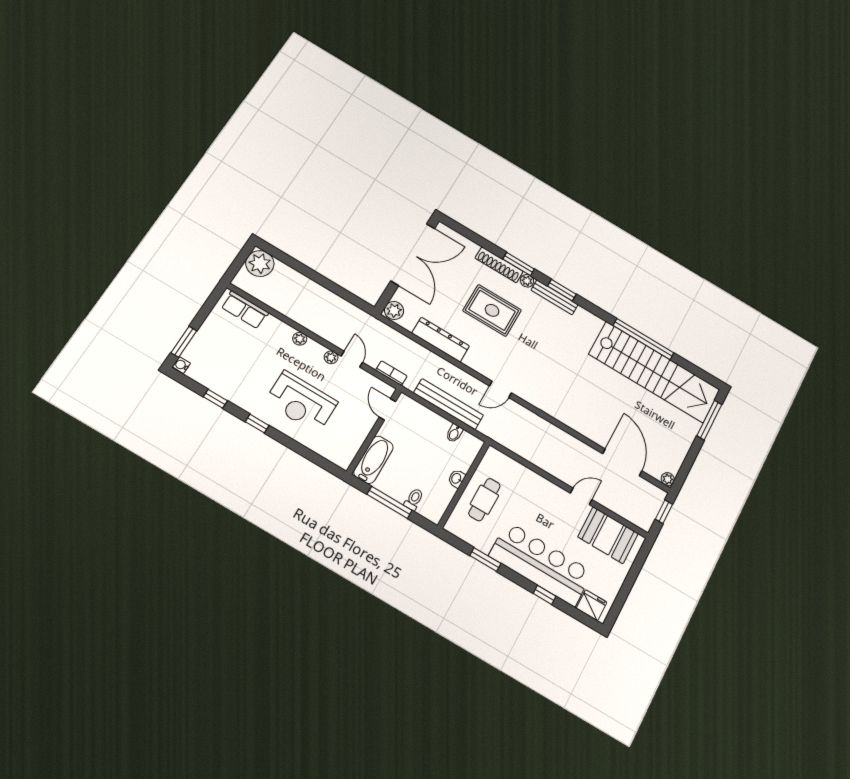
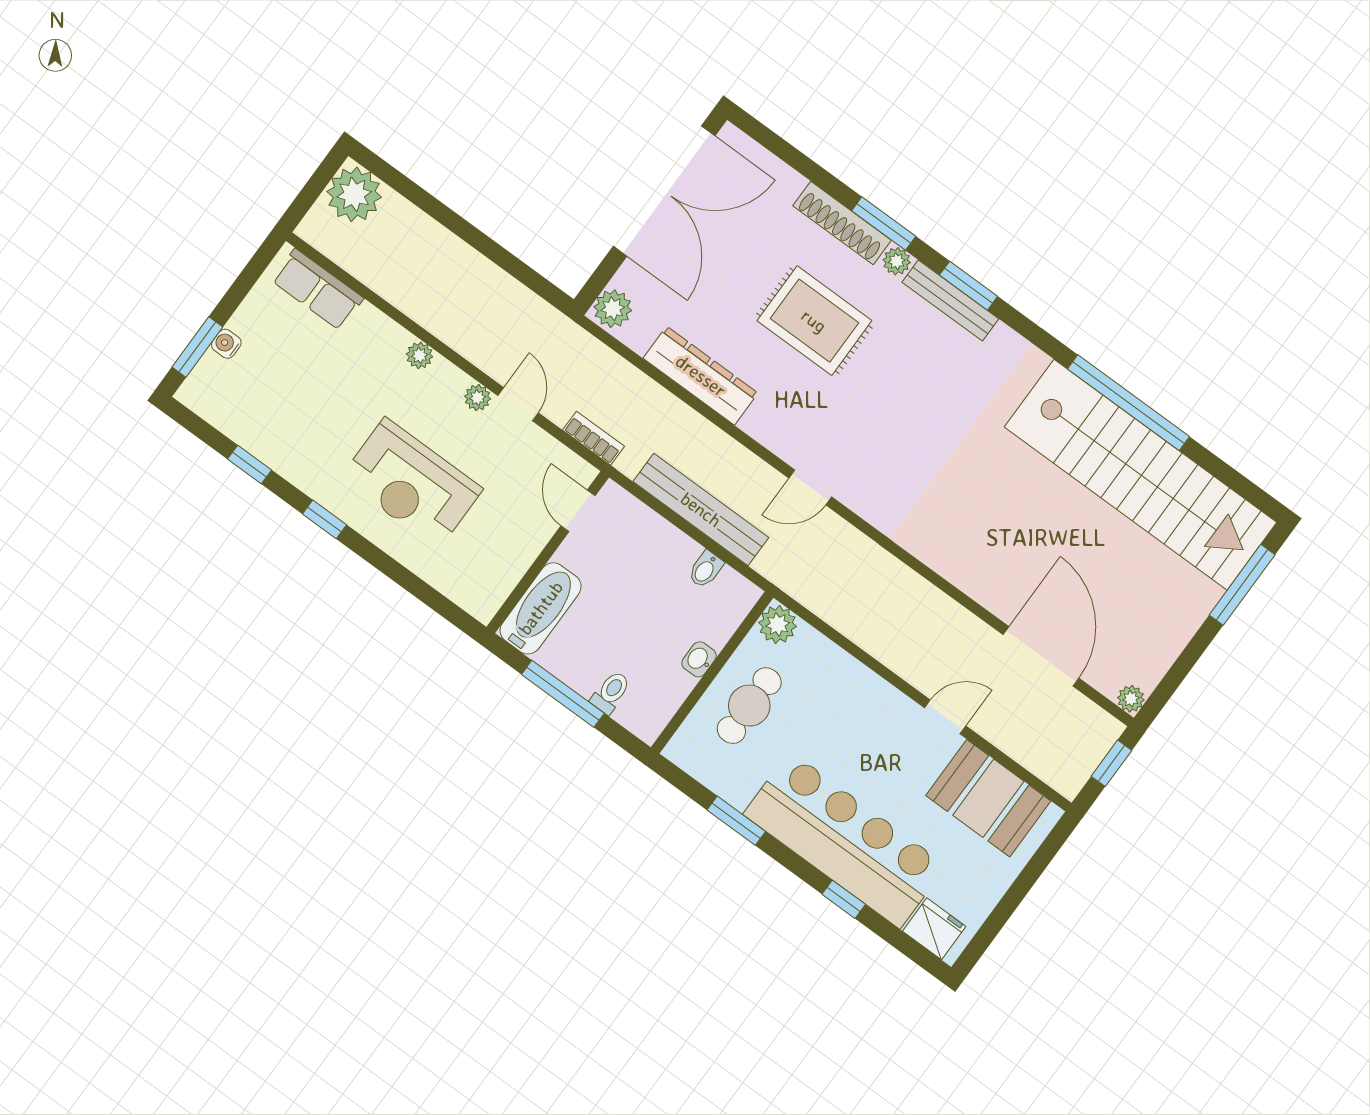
water cooler: (181, 365) -> (226, 344), moved
plant: (493, 458) -> (778, 625), added

